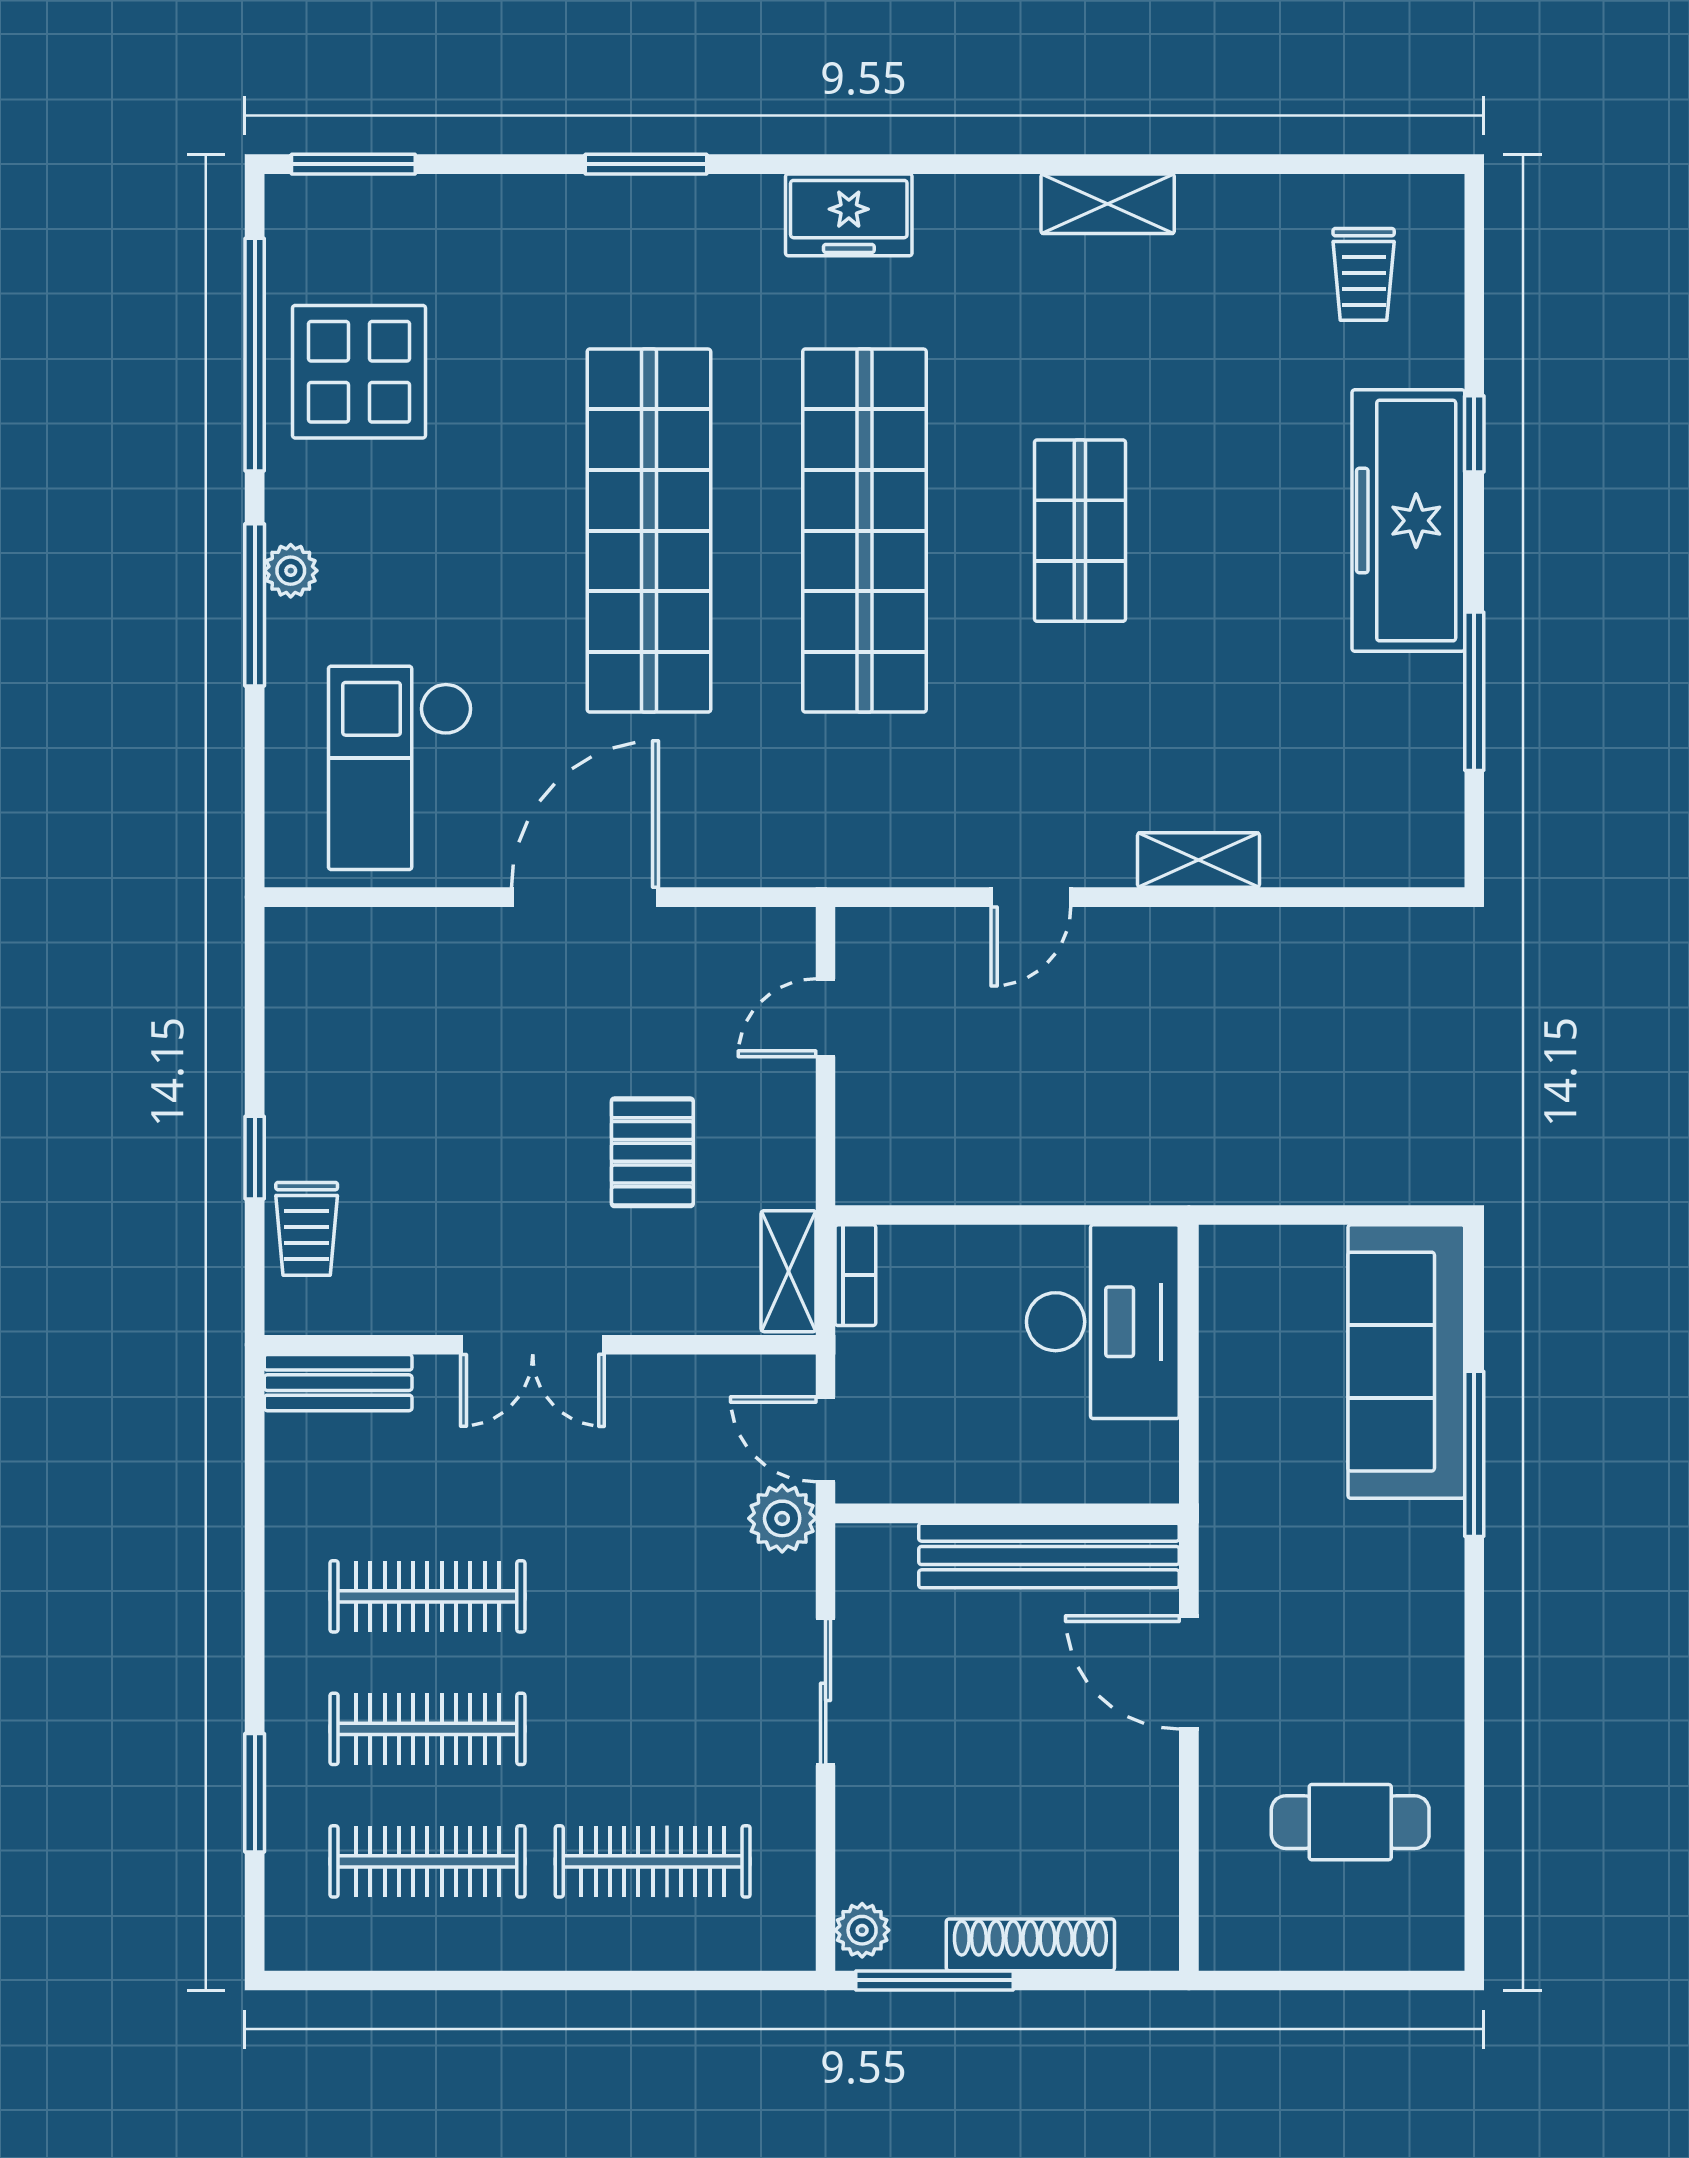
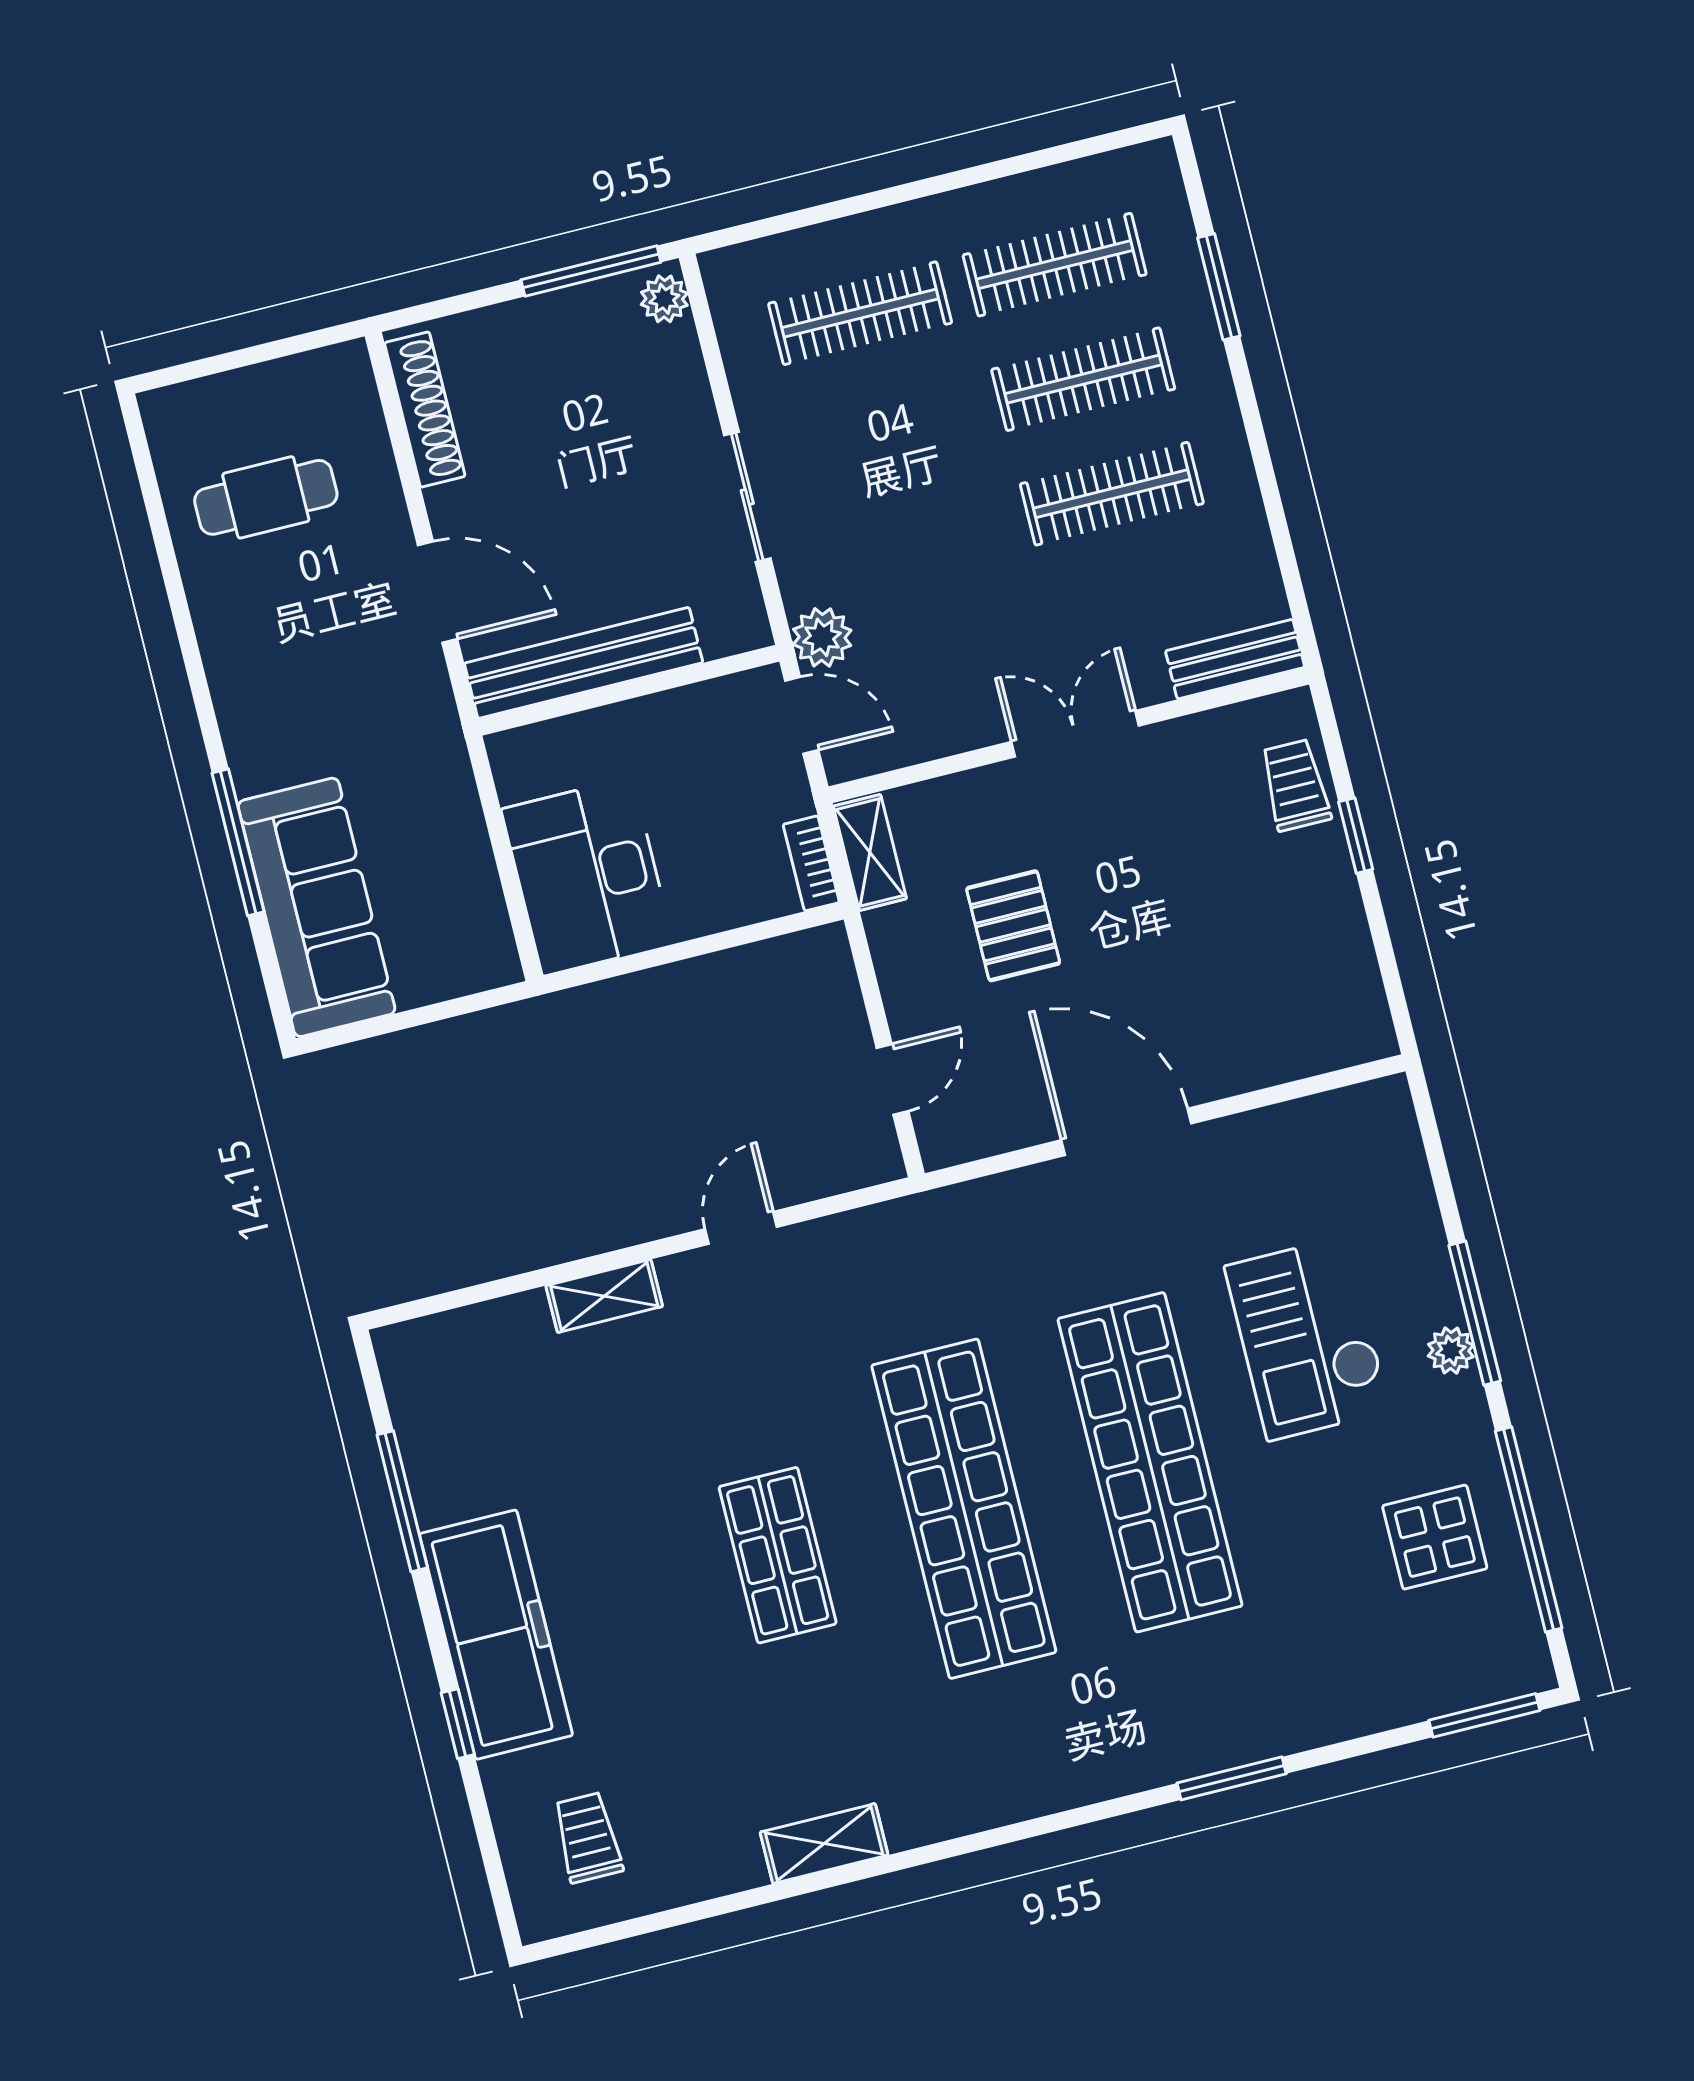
freezer: (849, 215) -> (1045, 1778), removed
display table: (359, 372) -> (1435, 1537), width x0.73, depth x0.73
checkout: (400, 768) -> (1307, 1339), moved, turned 180
door: (585, 897) -> (1126, 1132), swing flipped
shoe rack: (1030, 1945) -> (425, 410), moved, turned -90

